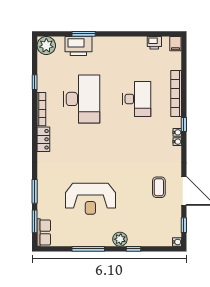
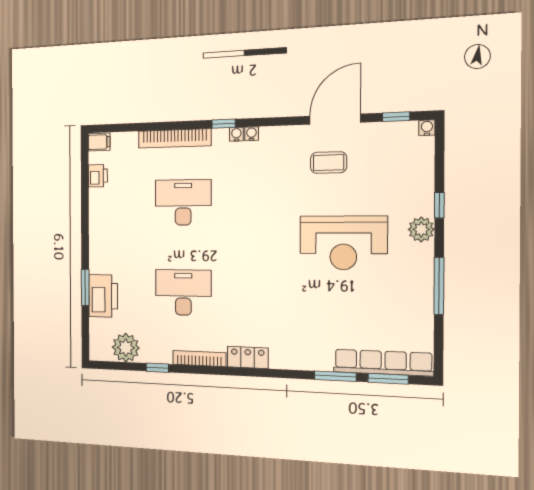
plant: (46, 46) -> (126, 348), moved
desk: (82, 99) -> (183, 292), width x0.73, depth x0.77
reception desk: (90, 199) -> (343, 243), moved, turned 90
row of seats: (44, 232) -> (383, 363), width x2.02

